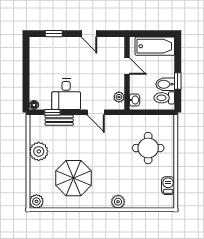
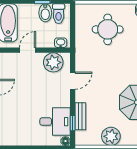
desk: (66, 94) -> (55, 122), moved
plant: (119, 97) -> (53, 62), width x1.87, depth x1.87

